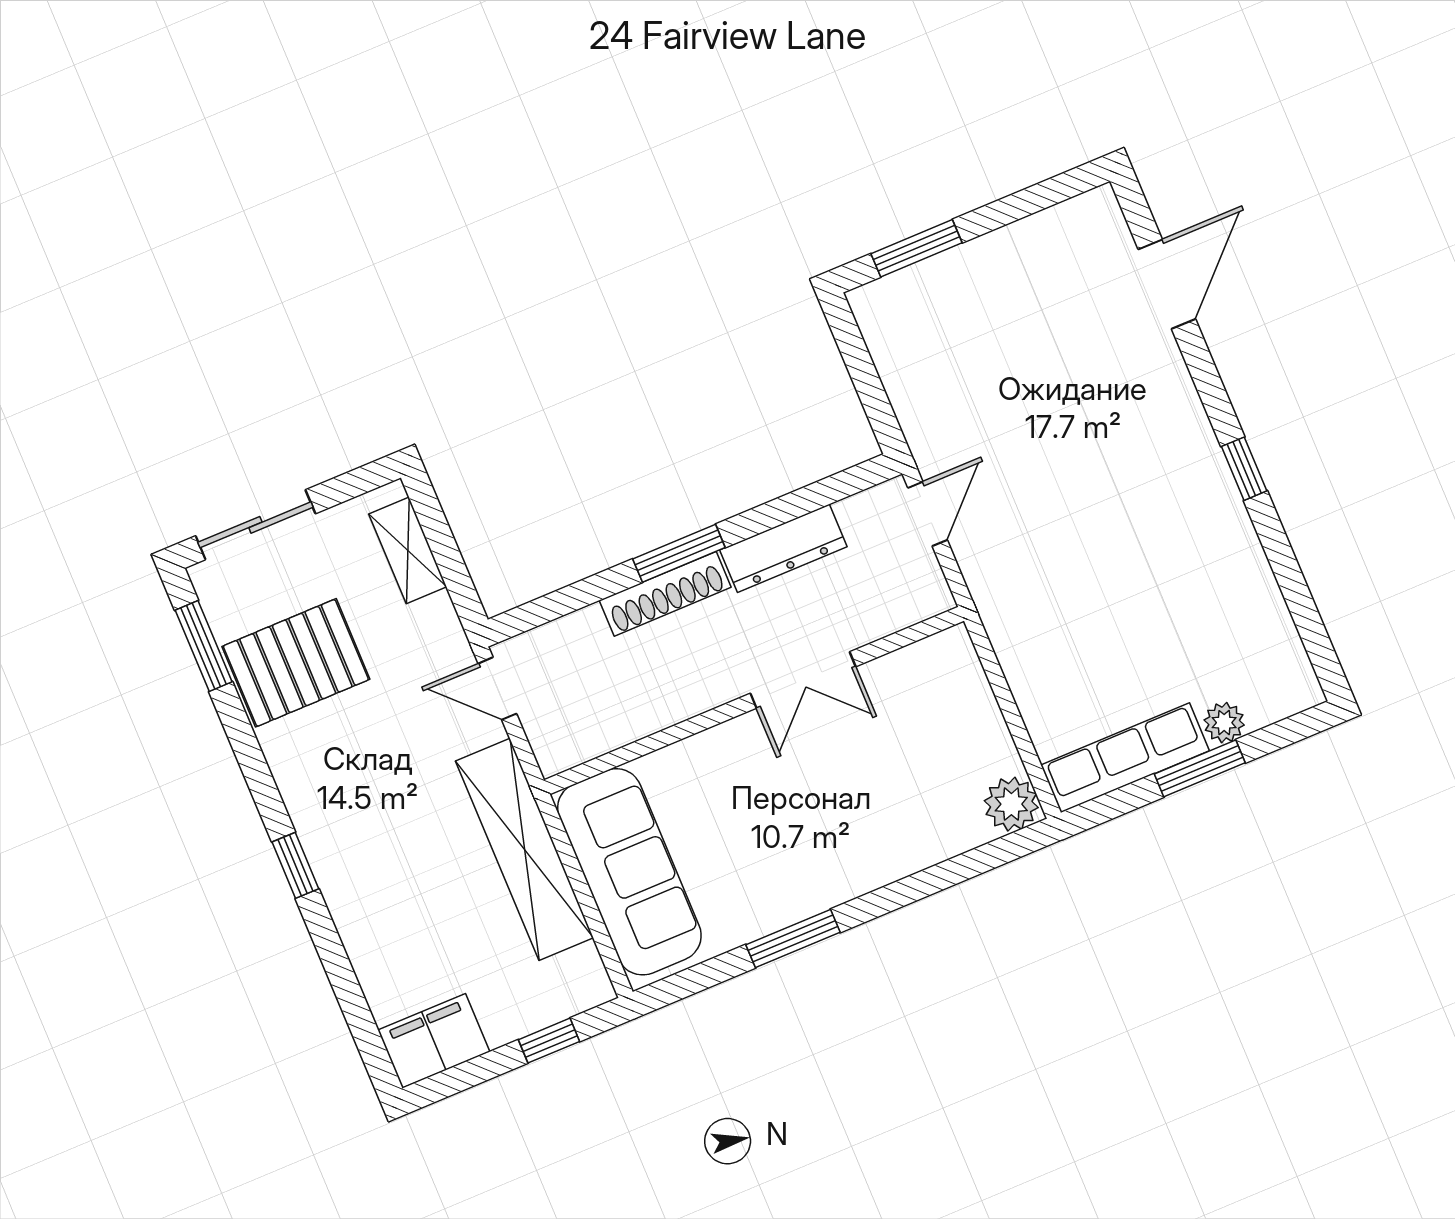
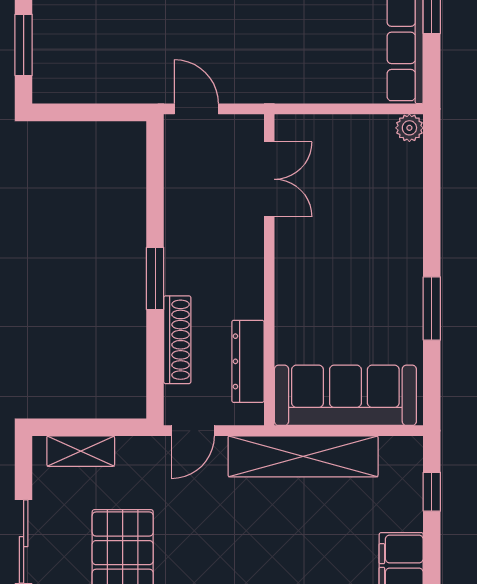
dresser: (783, 548) -> (248, 361), moved, turned 180
shoe rack: (665, 594) -> (177, 340), moved
double door: (803, 680) -> (269, 179), moved
plant: (1011, 804) -> (409, 128), width x0.73, depth x0.73

